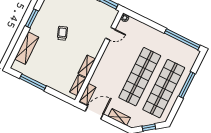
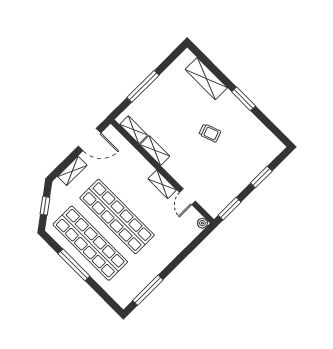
window: (182, 39) -> (148, 290), width x0.68
window: (33, 82) -> (143, 86), moved
window: (187, 85) -> (74, 265), moved
shelving: (88, 94) -> (162, 184), moved
door: (94, 113) -> (90, 140), hinge flipped

